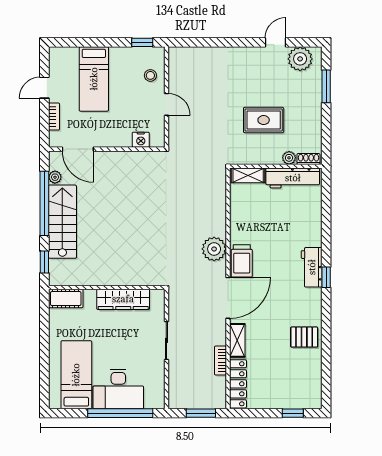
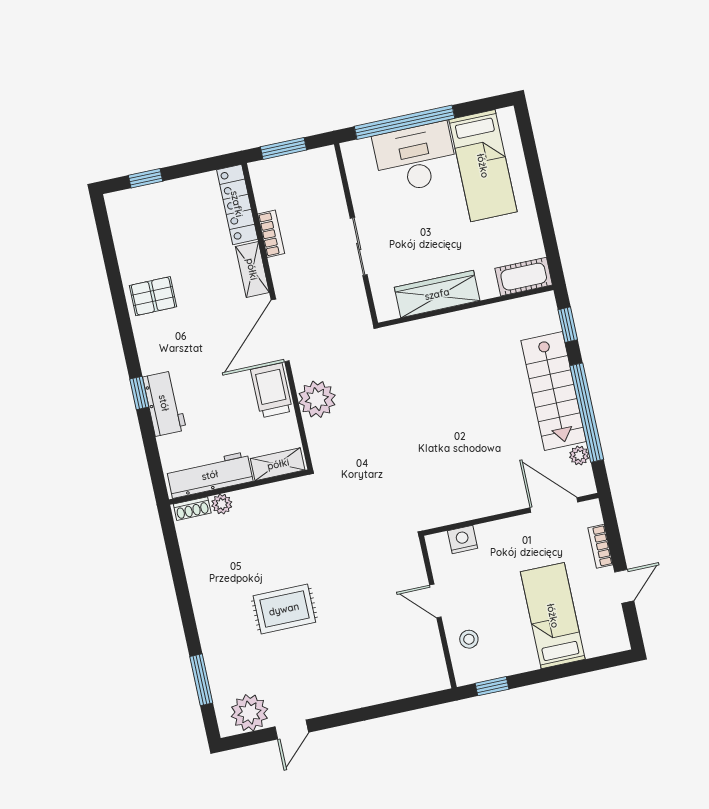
plant: (289, 158) -> (222, 504), moved
shoe rack: (308, 159) -> (192, 509), moved
wall: (276, 166) -> (239, 487), moved
shelving: (248, 175) -> (278, 464), moved
workbench: (293, 178) -> (210, 475), moved

